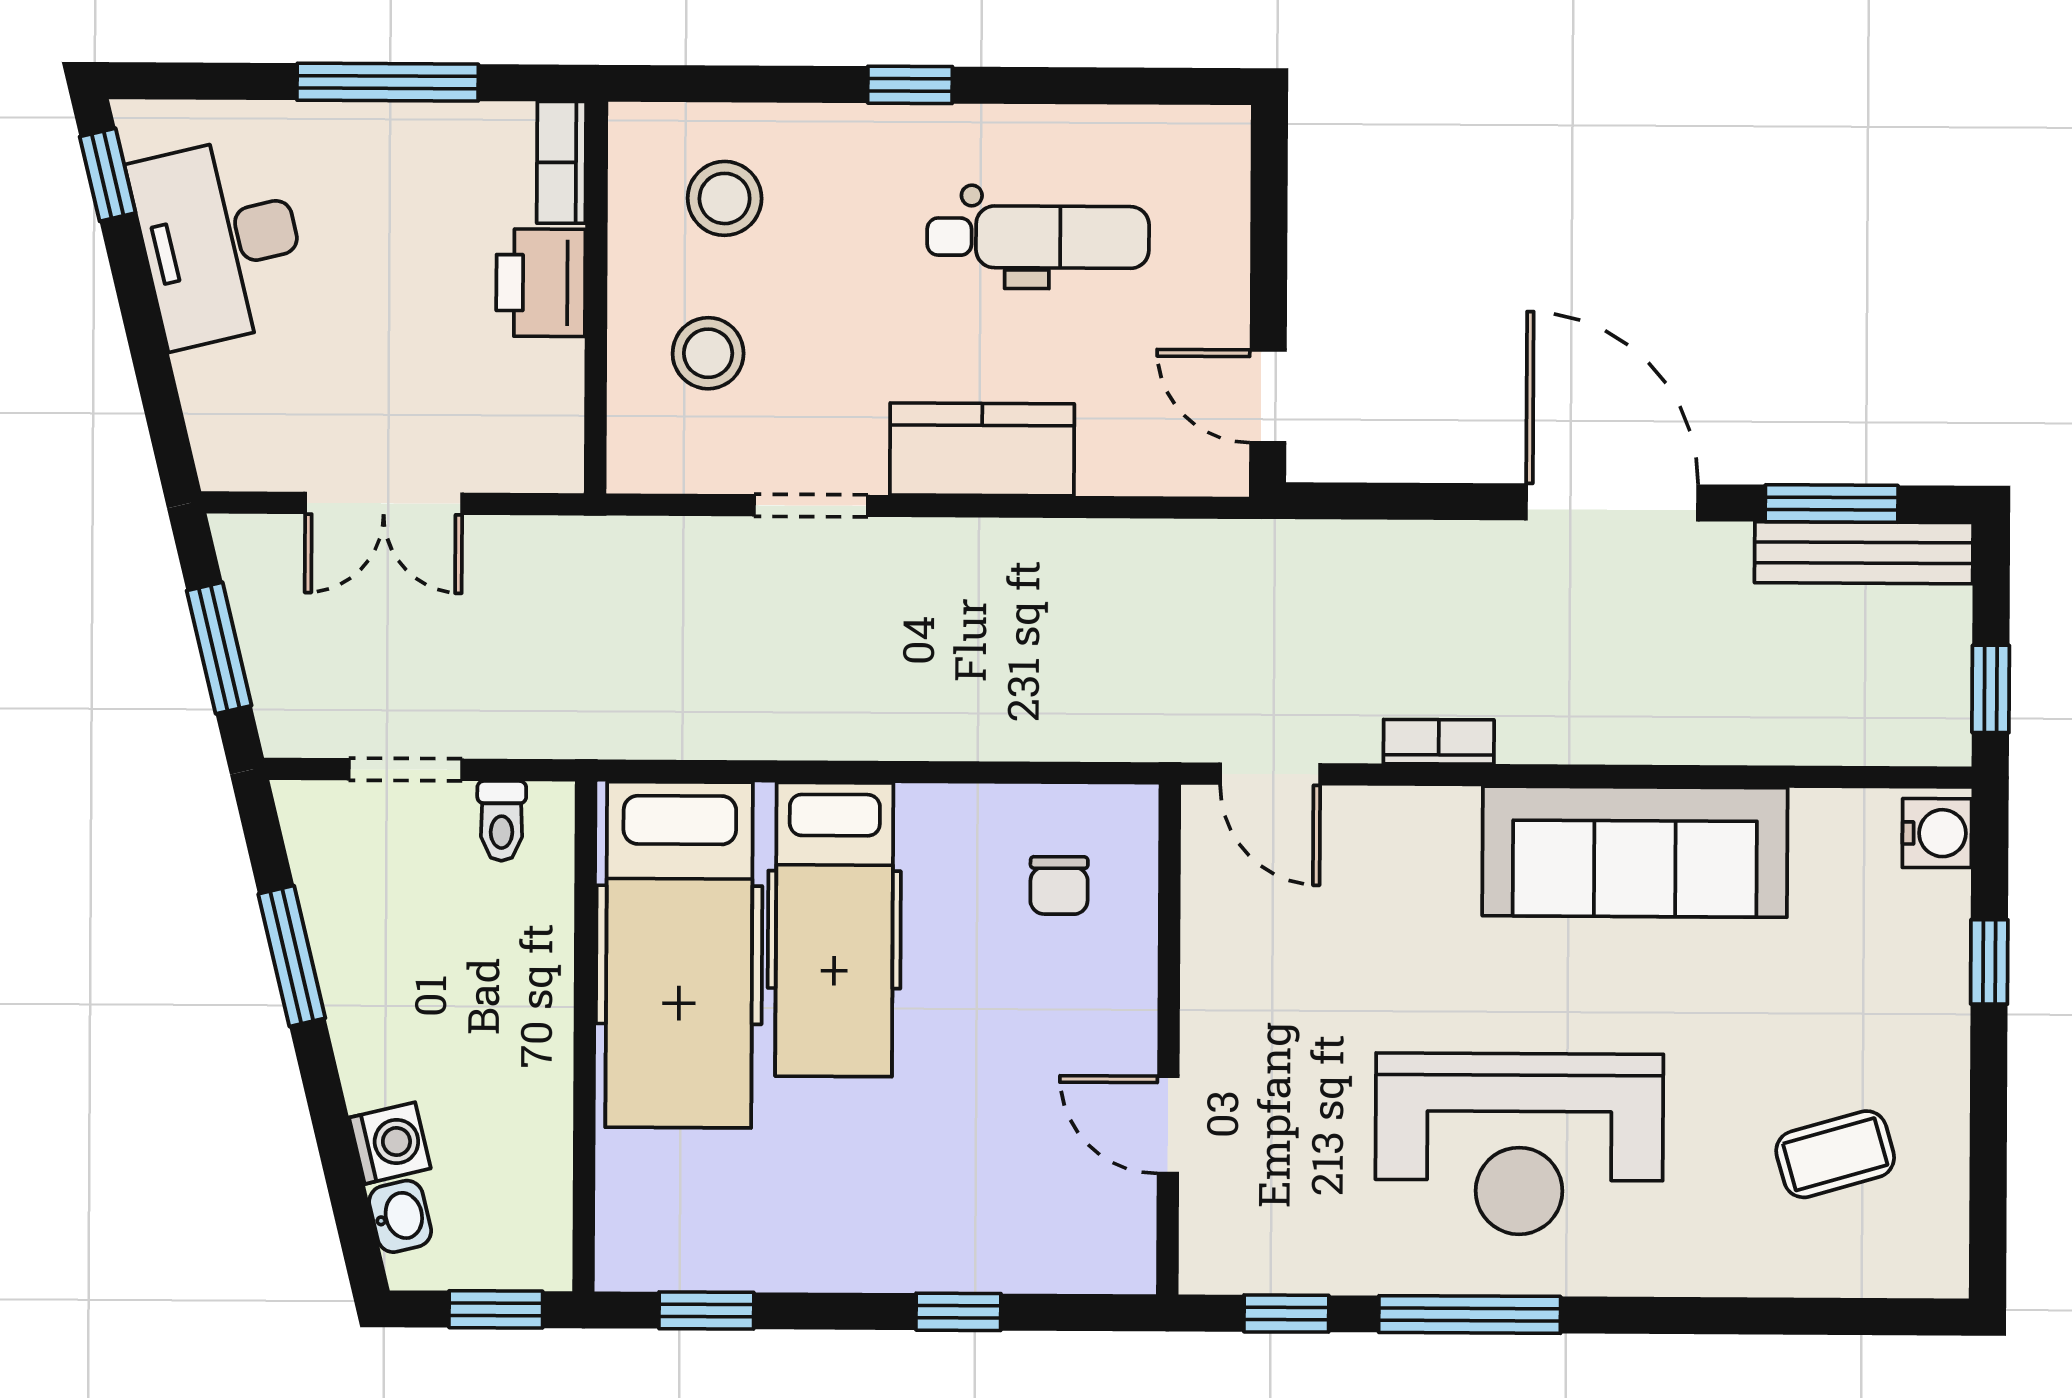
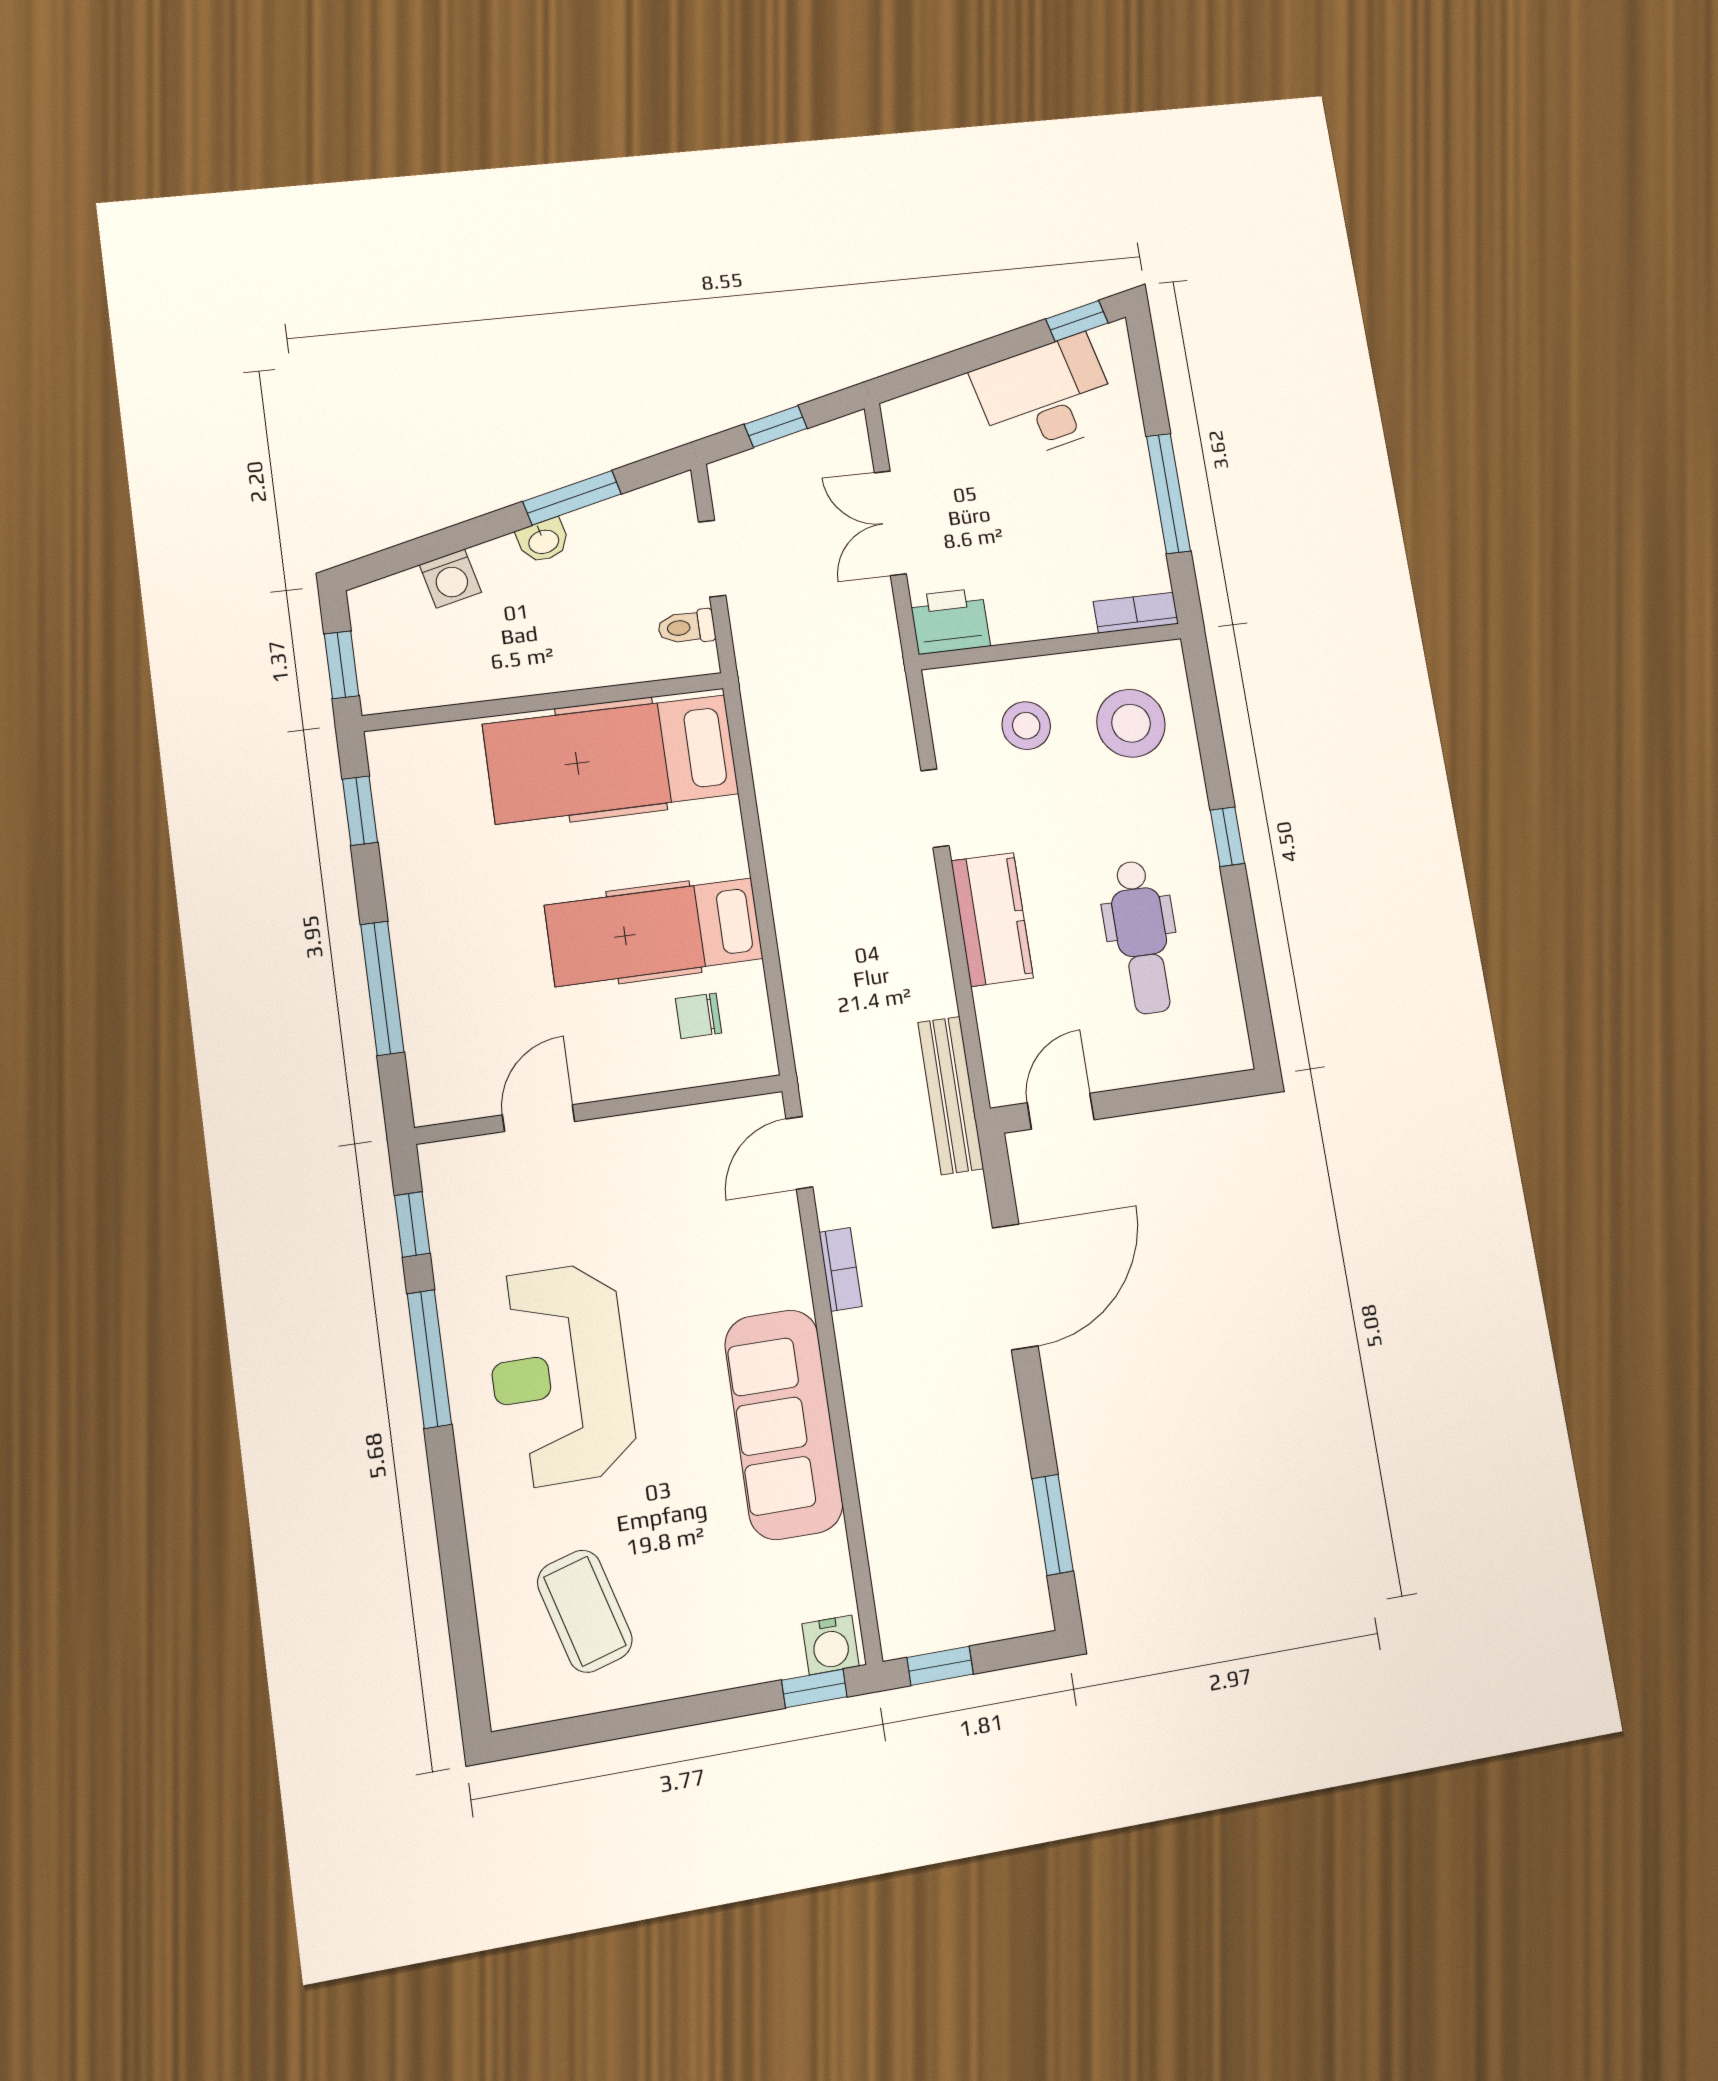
stool: (725, 198) -> (1131, 723), width x1.38, depth x1.38
printer: (541, 283) -> (950, 621), moved
door: (1612, 502) -> (1015, 1287), moved
bench: (1864, 553) -> (951, 1095), moved
window: (219, 648) -> (776, 426), width x0.67
hospital bed: (834, 930) -> (654, 932), moved
window: (1989, 962) -> (814, 1689), moved
coffee table: (1835, 1154) -> (585, 1611), width x1.36, depth x1.30
washbasin: (400, 1216) -> (543, 541), moved
window: (958, 1312) -> (382, 988), width x2.17

